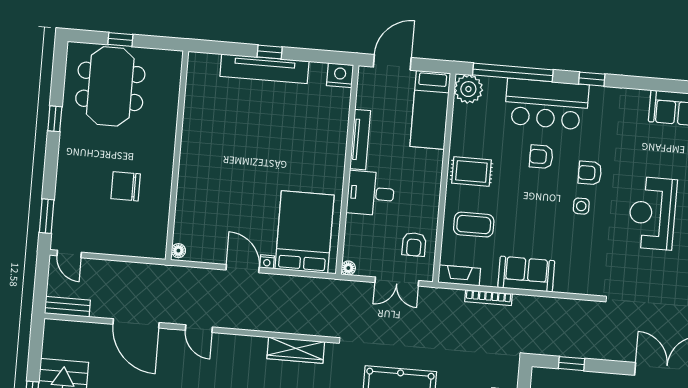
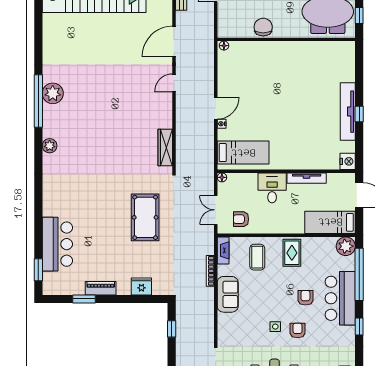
wall: (177, 155) -> (286, 39), moved
bed: (304, 232) -> (243, 153), width x0.67
floor lamp: (178, 251) -> (224, 46), moved

